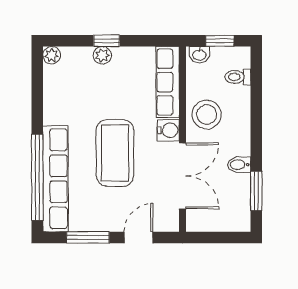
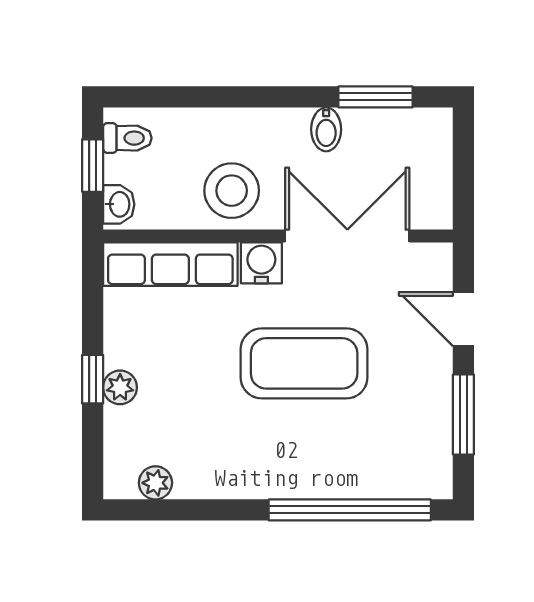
plant: (52, 55) -> (155, 483), moved
toilet: (238, 77) -> (127, 138), moved, turned -90
row of seats: (55, 179) -> (353, 476), removed

